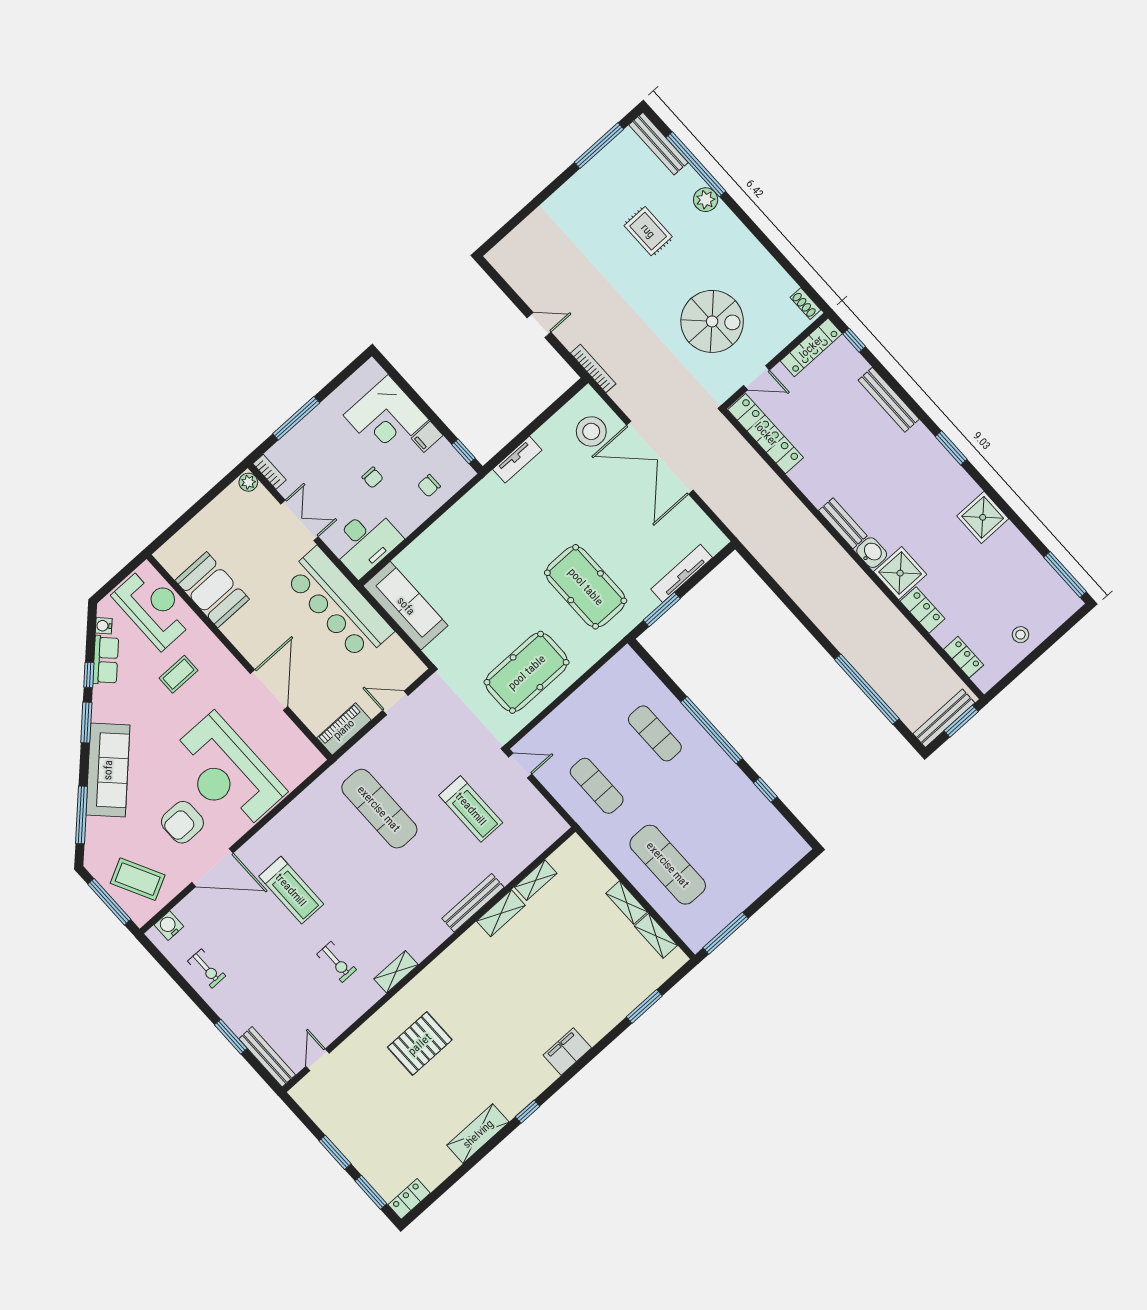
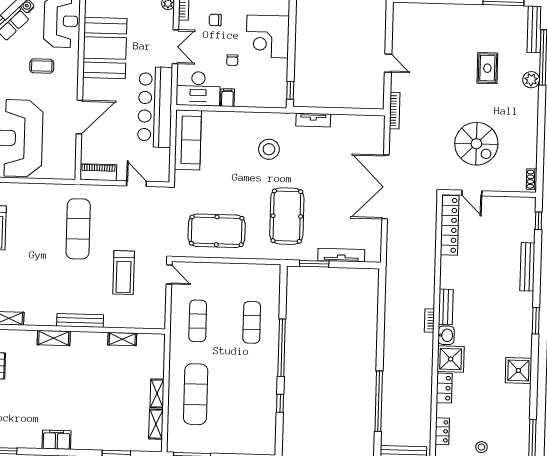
locker: (811, 347) -> (514, 204), removed
stool: (591, 431) -> (269, 149), moved
filing cabinet: (427, 437) -> (227, 98), moved, turned 90
chair: (429, 486) -> (215, 20), moved
bookcase: (839, 554) -> (429, 321), added
booth: (212, 590) -> (105, 48), width x1.36, depth x1.42
shelving: (501, 913) -> (54, 338), moved

